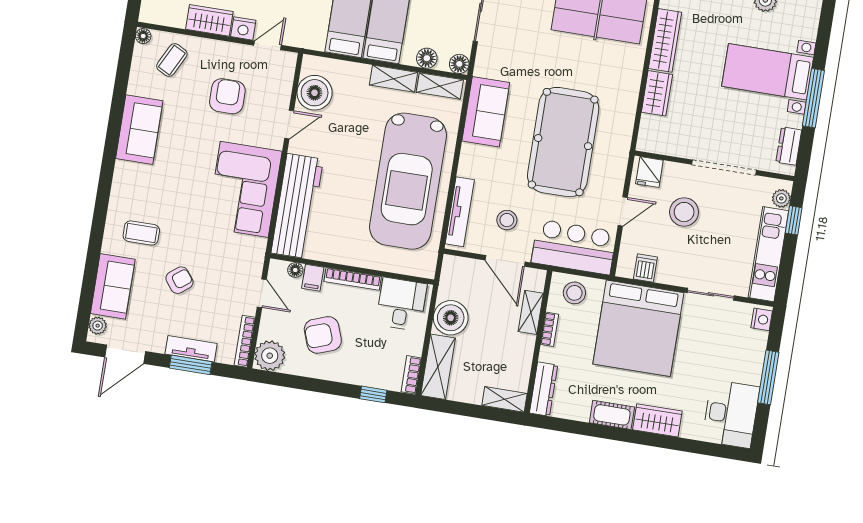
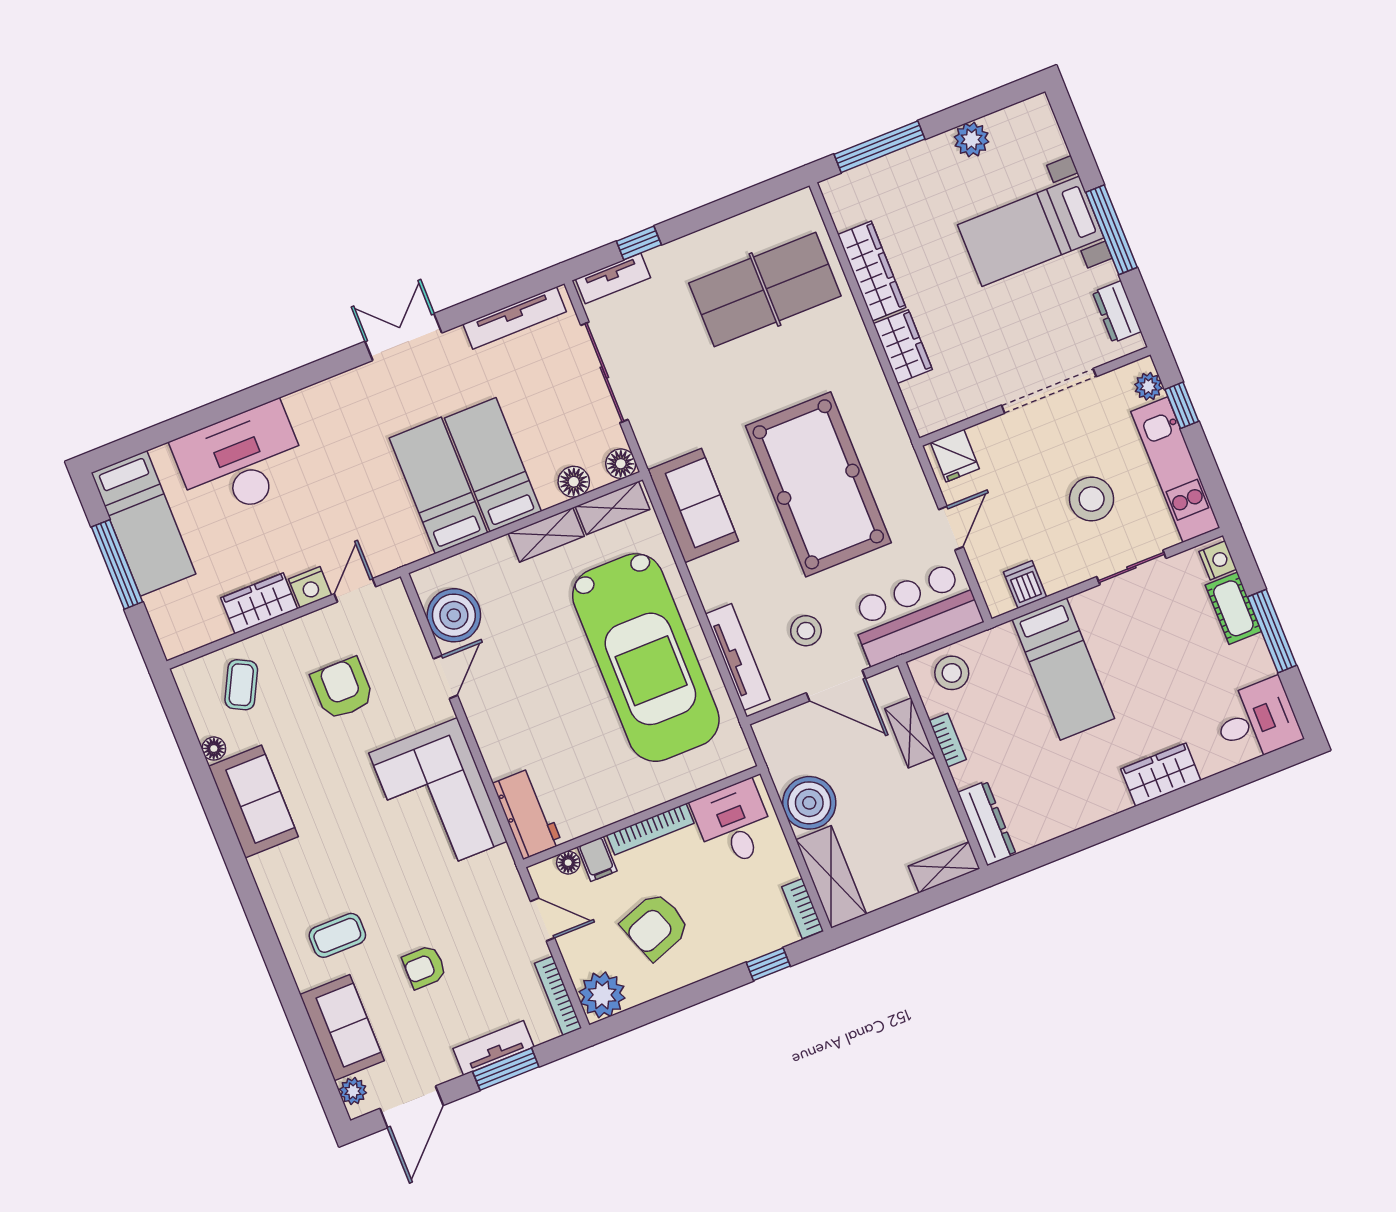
floor lamp: (143, 36) -> (214, 749), moved
workbench: (297, 206) -> (527, 813), width x0.53, depth x0.76
stool: (684, 212) -> (1092, 499), moved
armchair: (179, 280) -> (424, 967), turned -142
bed: (638, 328) -> (1063, 669), width x0.49
desk: (731, 414) -> (1257, 721), width x0.73
cot: (612, 415) -> (1233, 608), moved, turned 90

